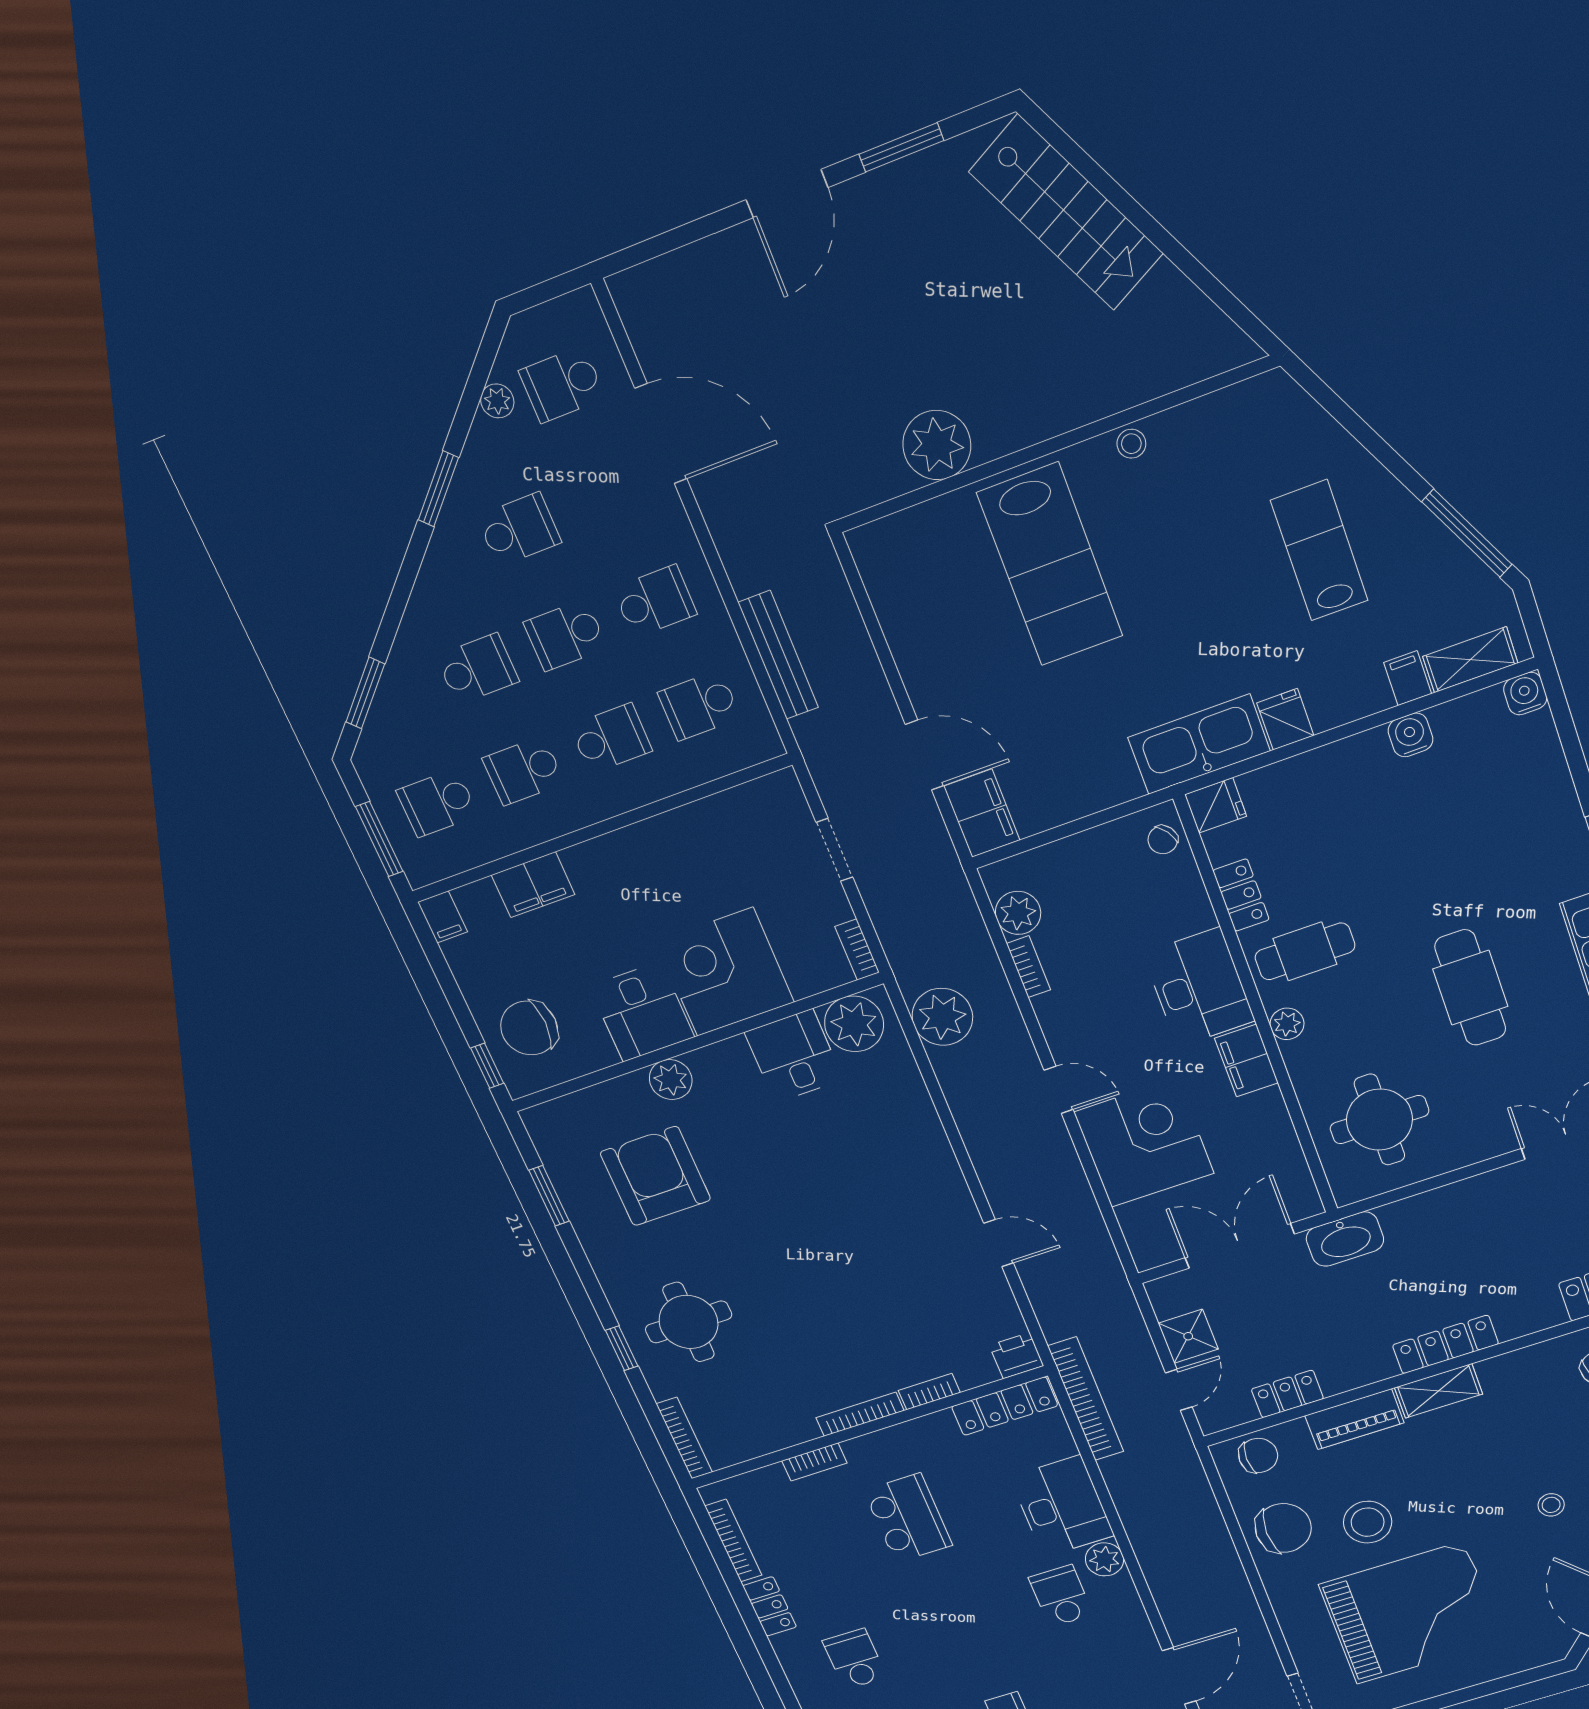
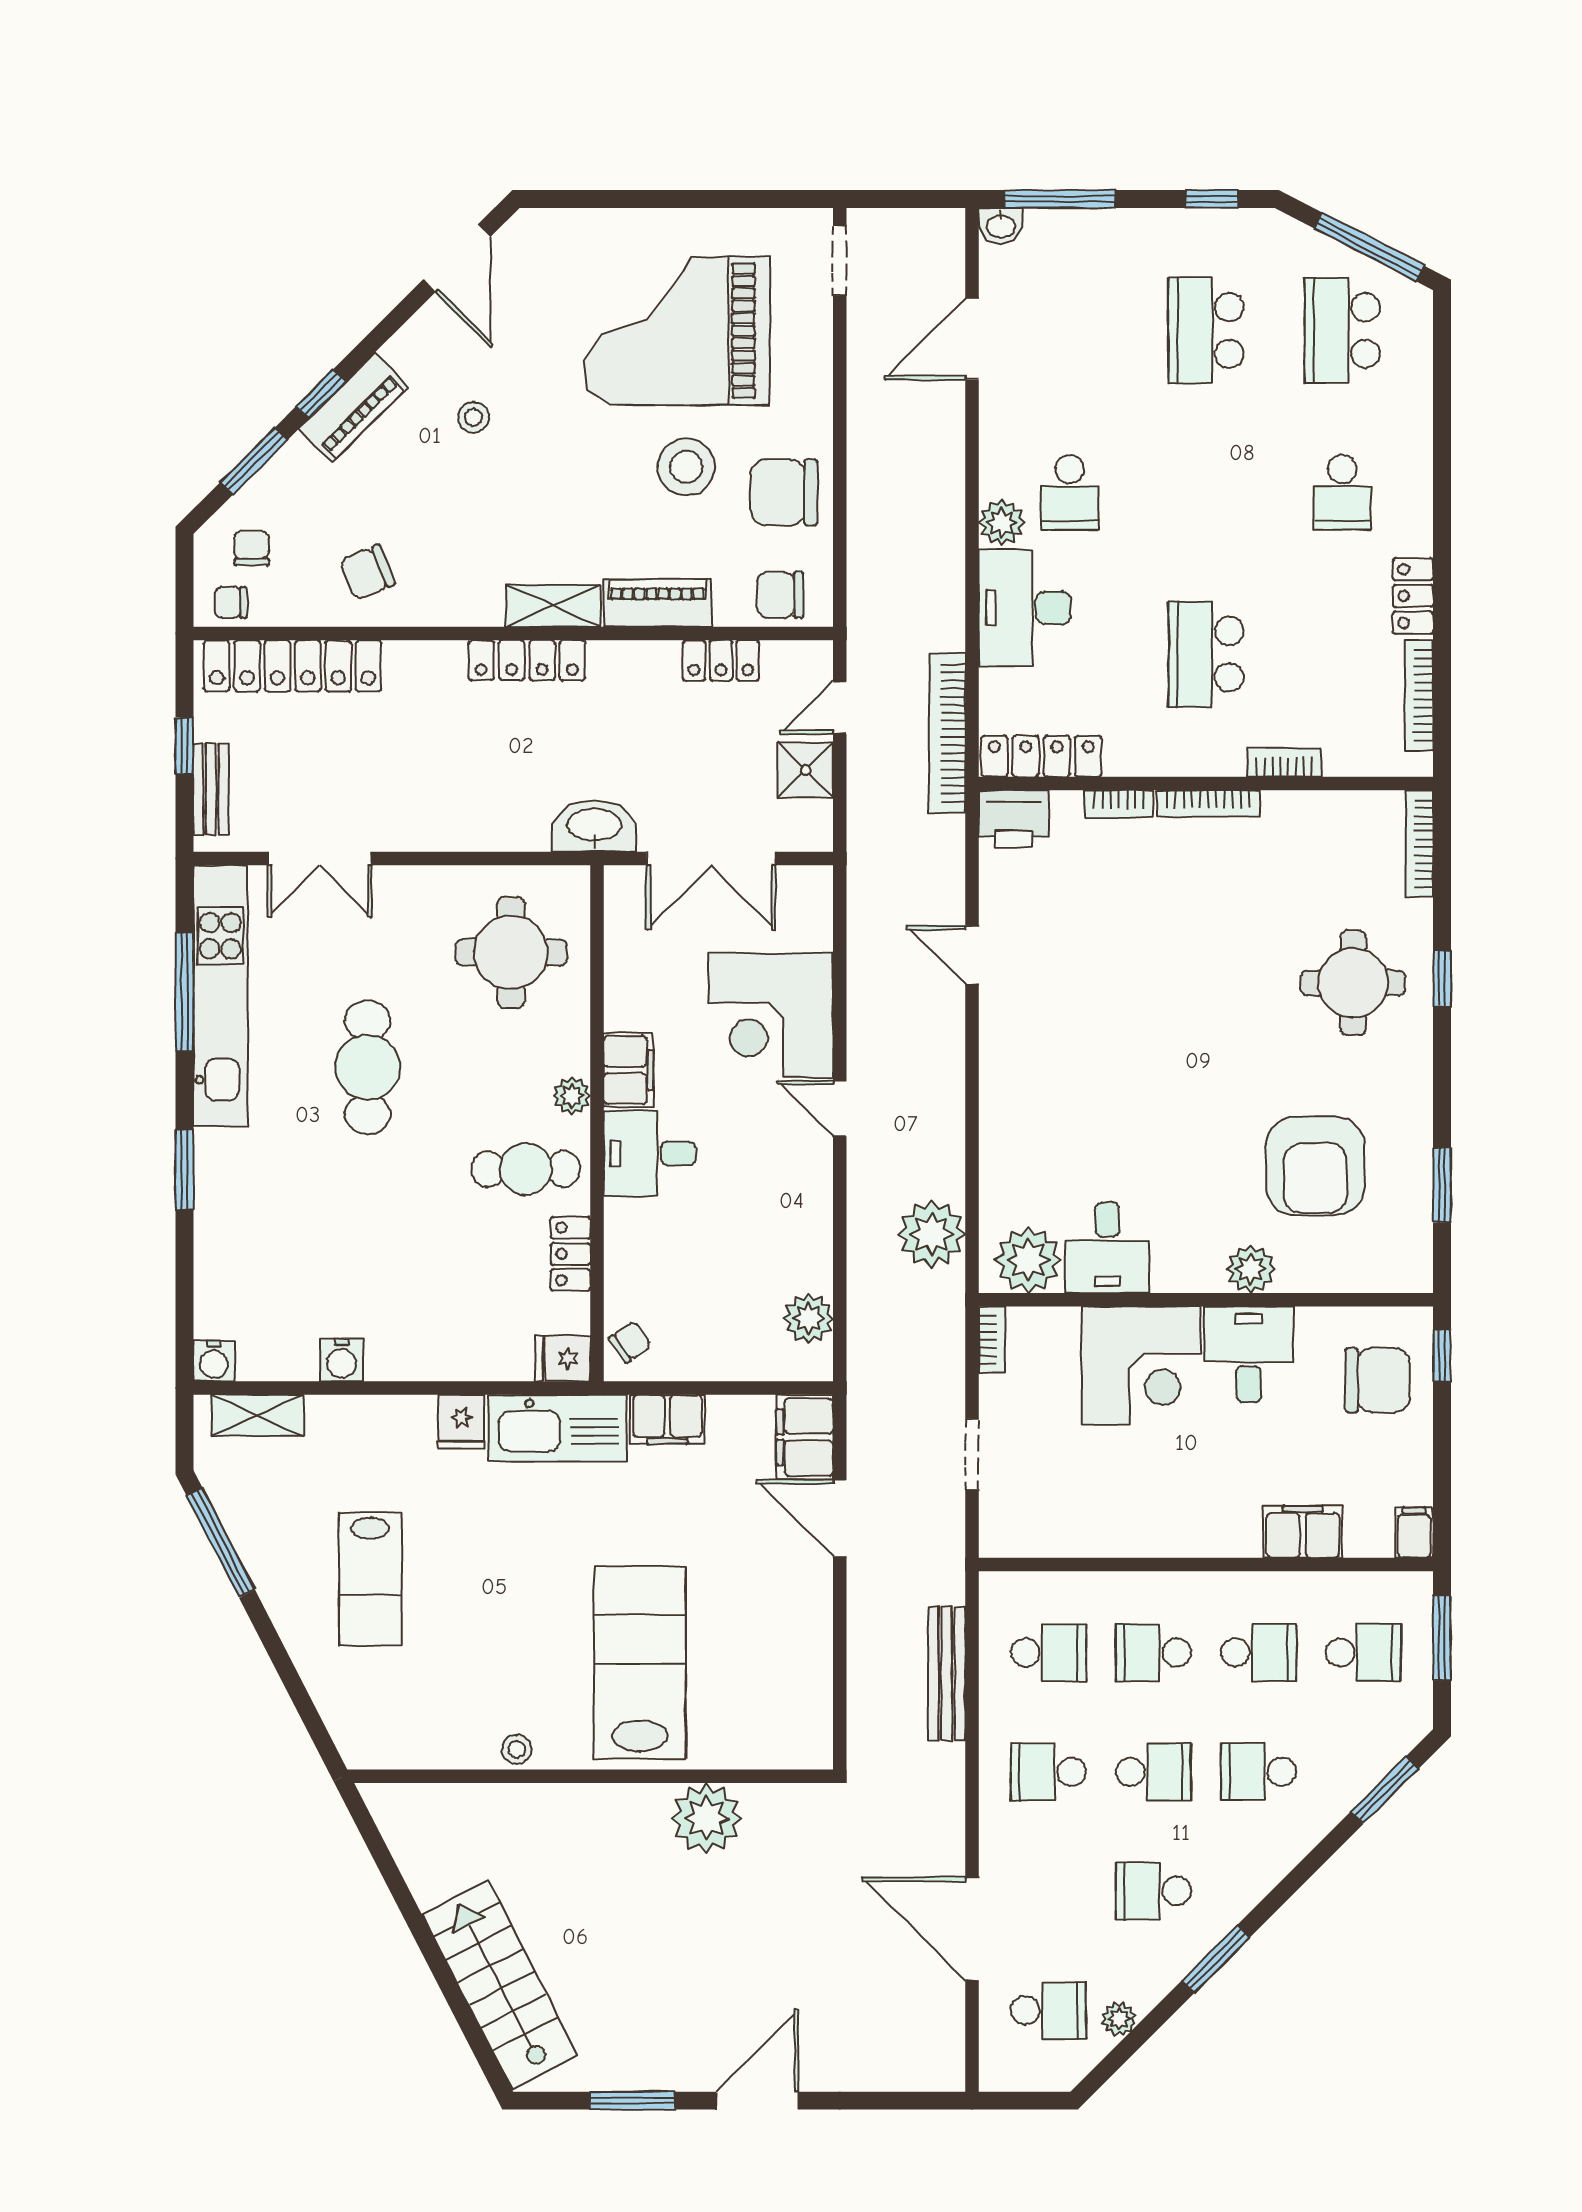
filing cabinet: (1408, 678) -> (667, 1419), moved, width x2.00
bookcase: (1028, 967) -> (820, 1256), removed
desk: (1199, 987) -> (650, 1154), width x0.73
printer: (1016, 1356) -> (1014, 819), width x1.36, depth x1.24

